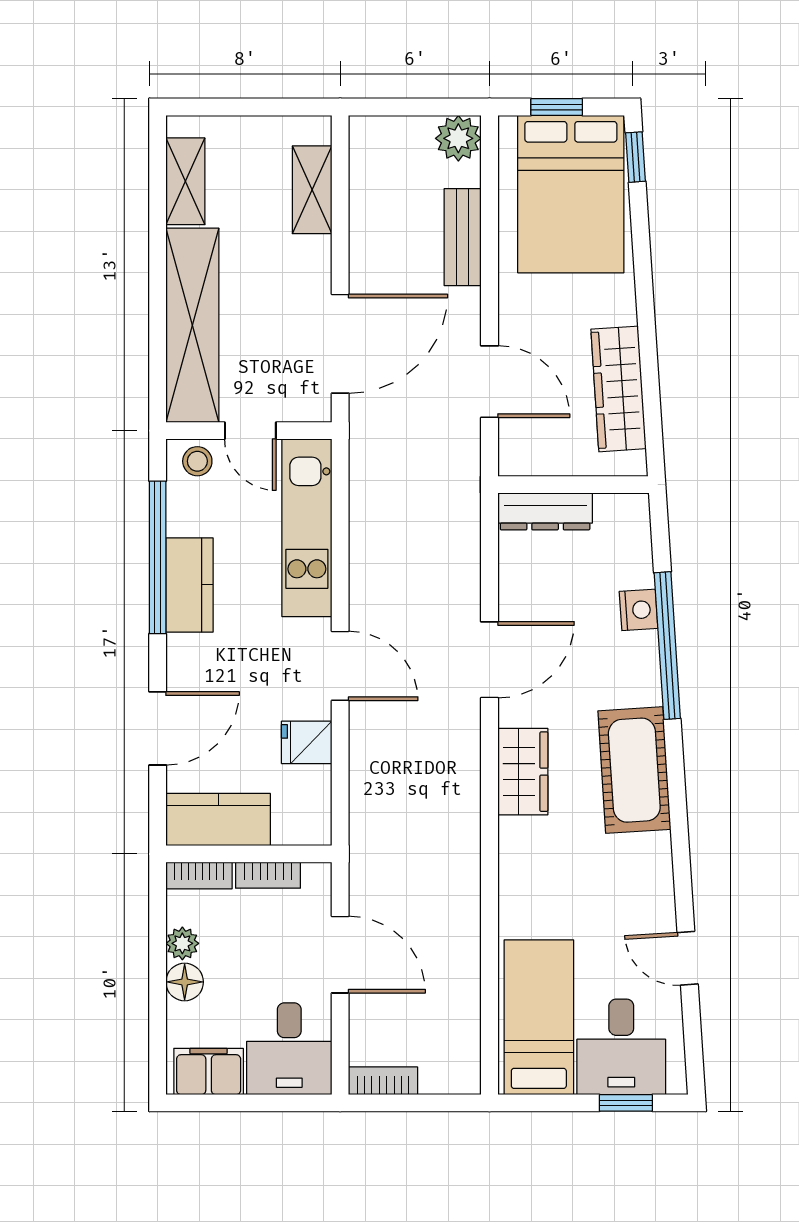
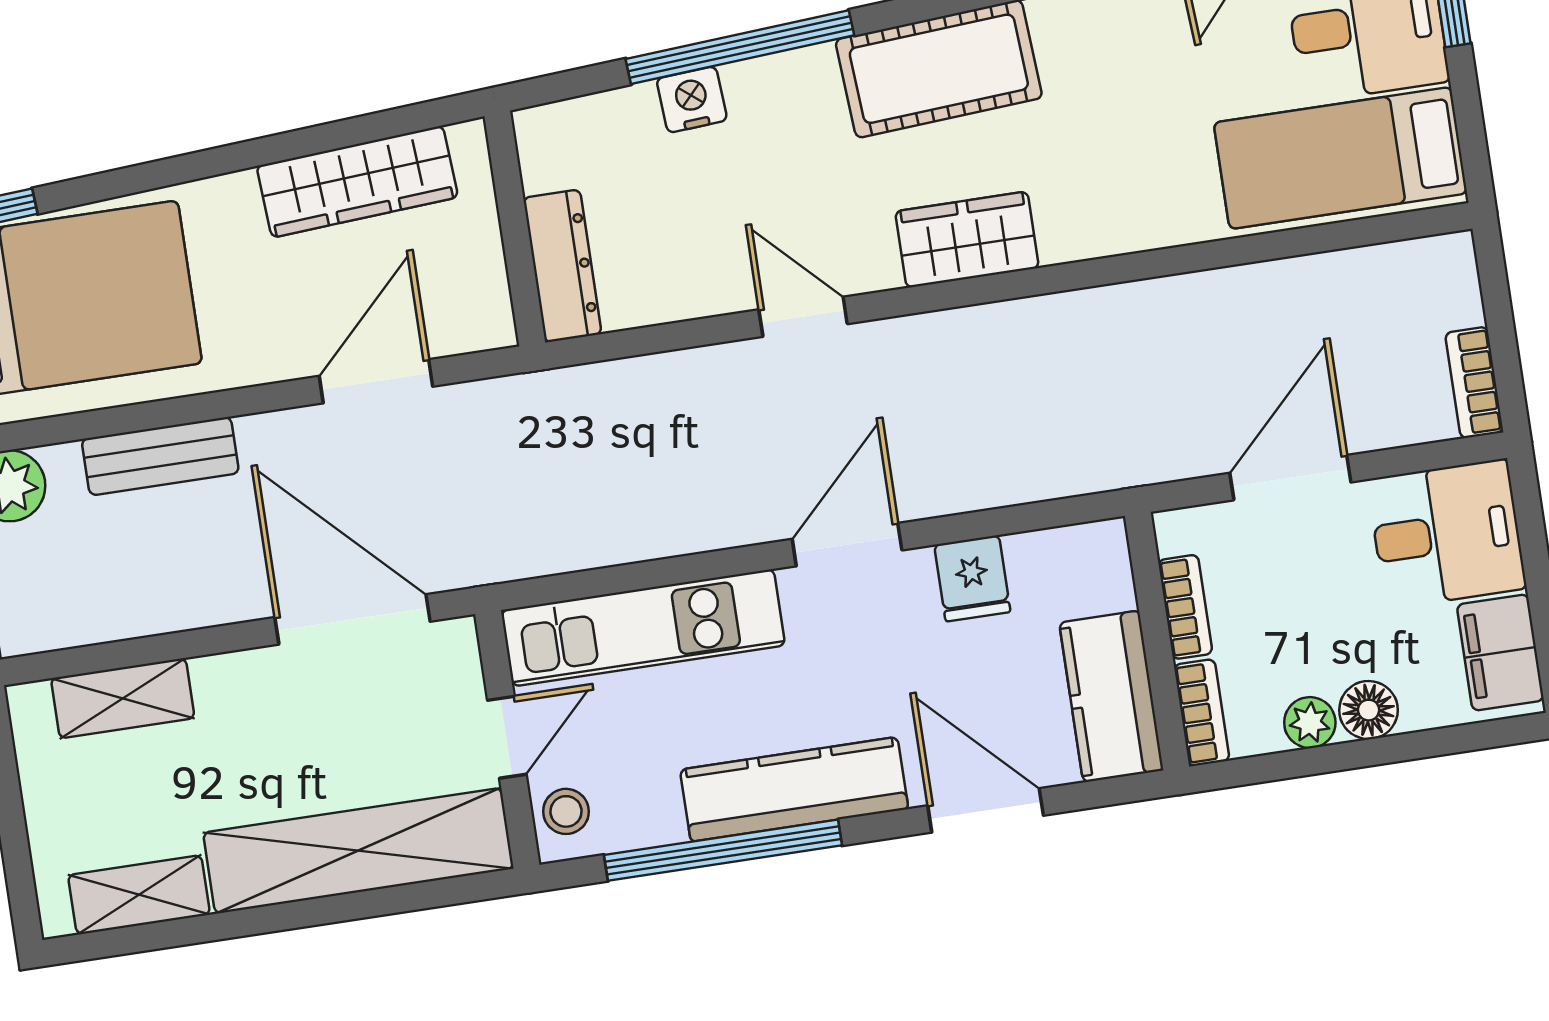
kitchen counter: (189, 585) -> (794, 789), width x1.50
door: (490, 660) -> (803, 317), width x0.73

